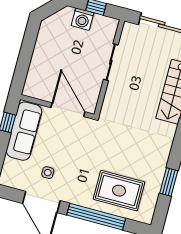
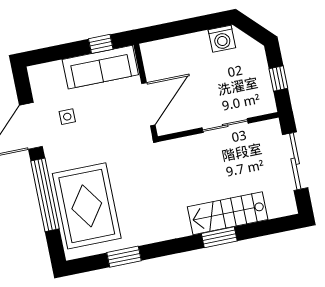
washing machine: (83, 19) -> (222, 39), moved, turned -90
rug: (119, 191) -> (87, 206), width x1.37, depth x1.44

